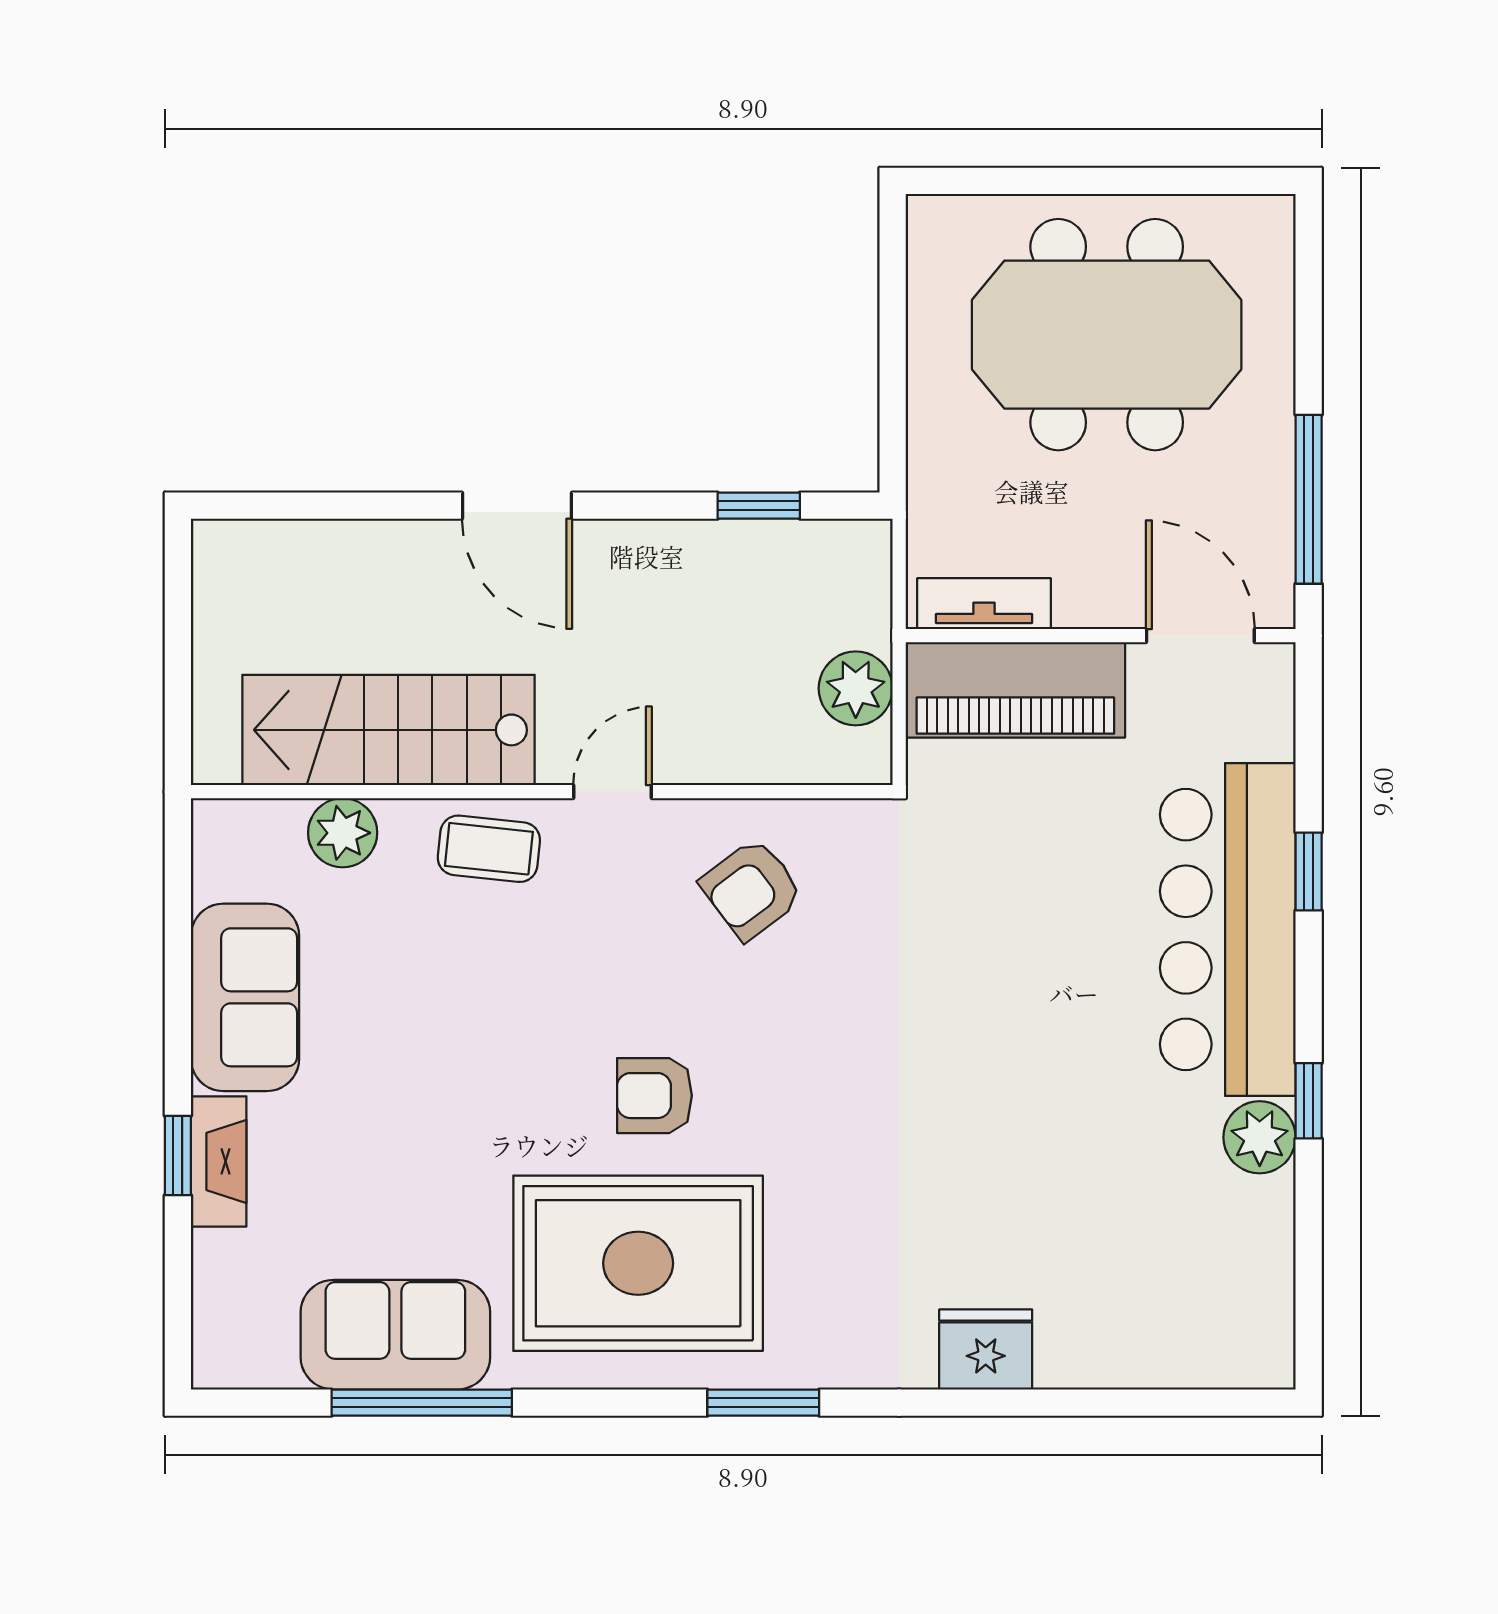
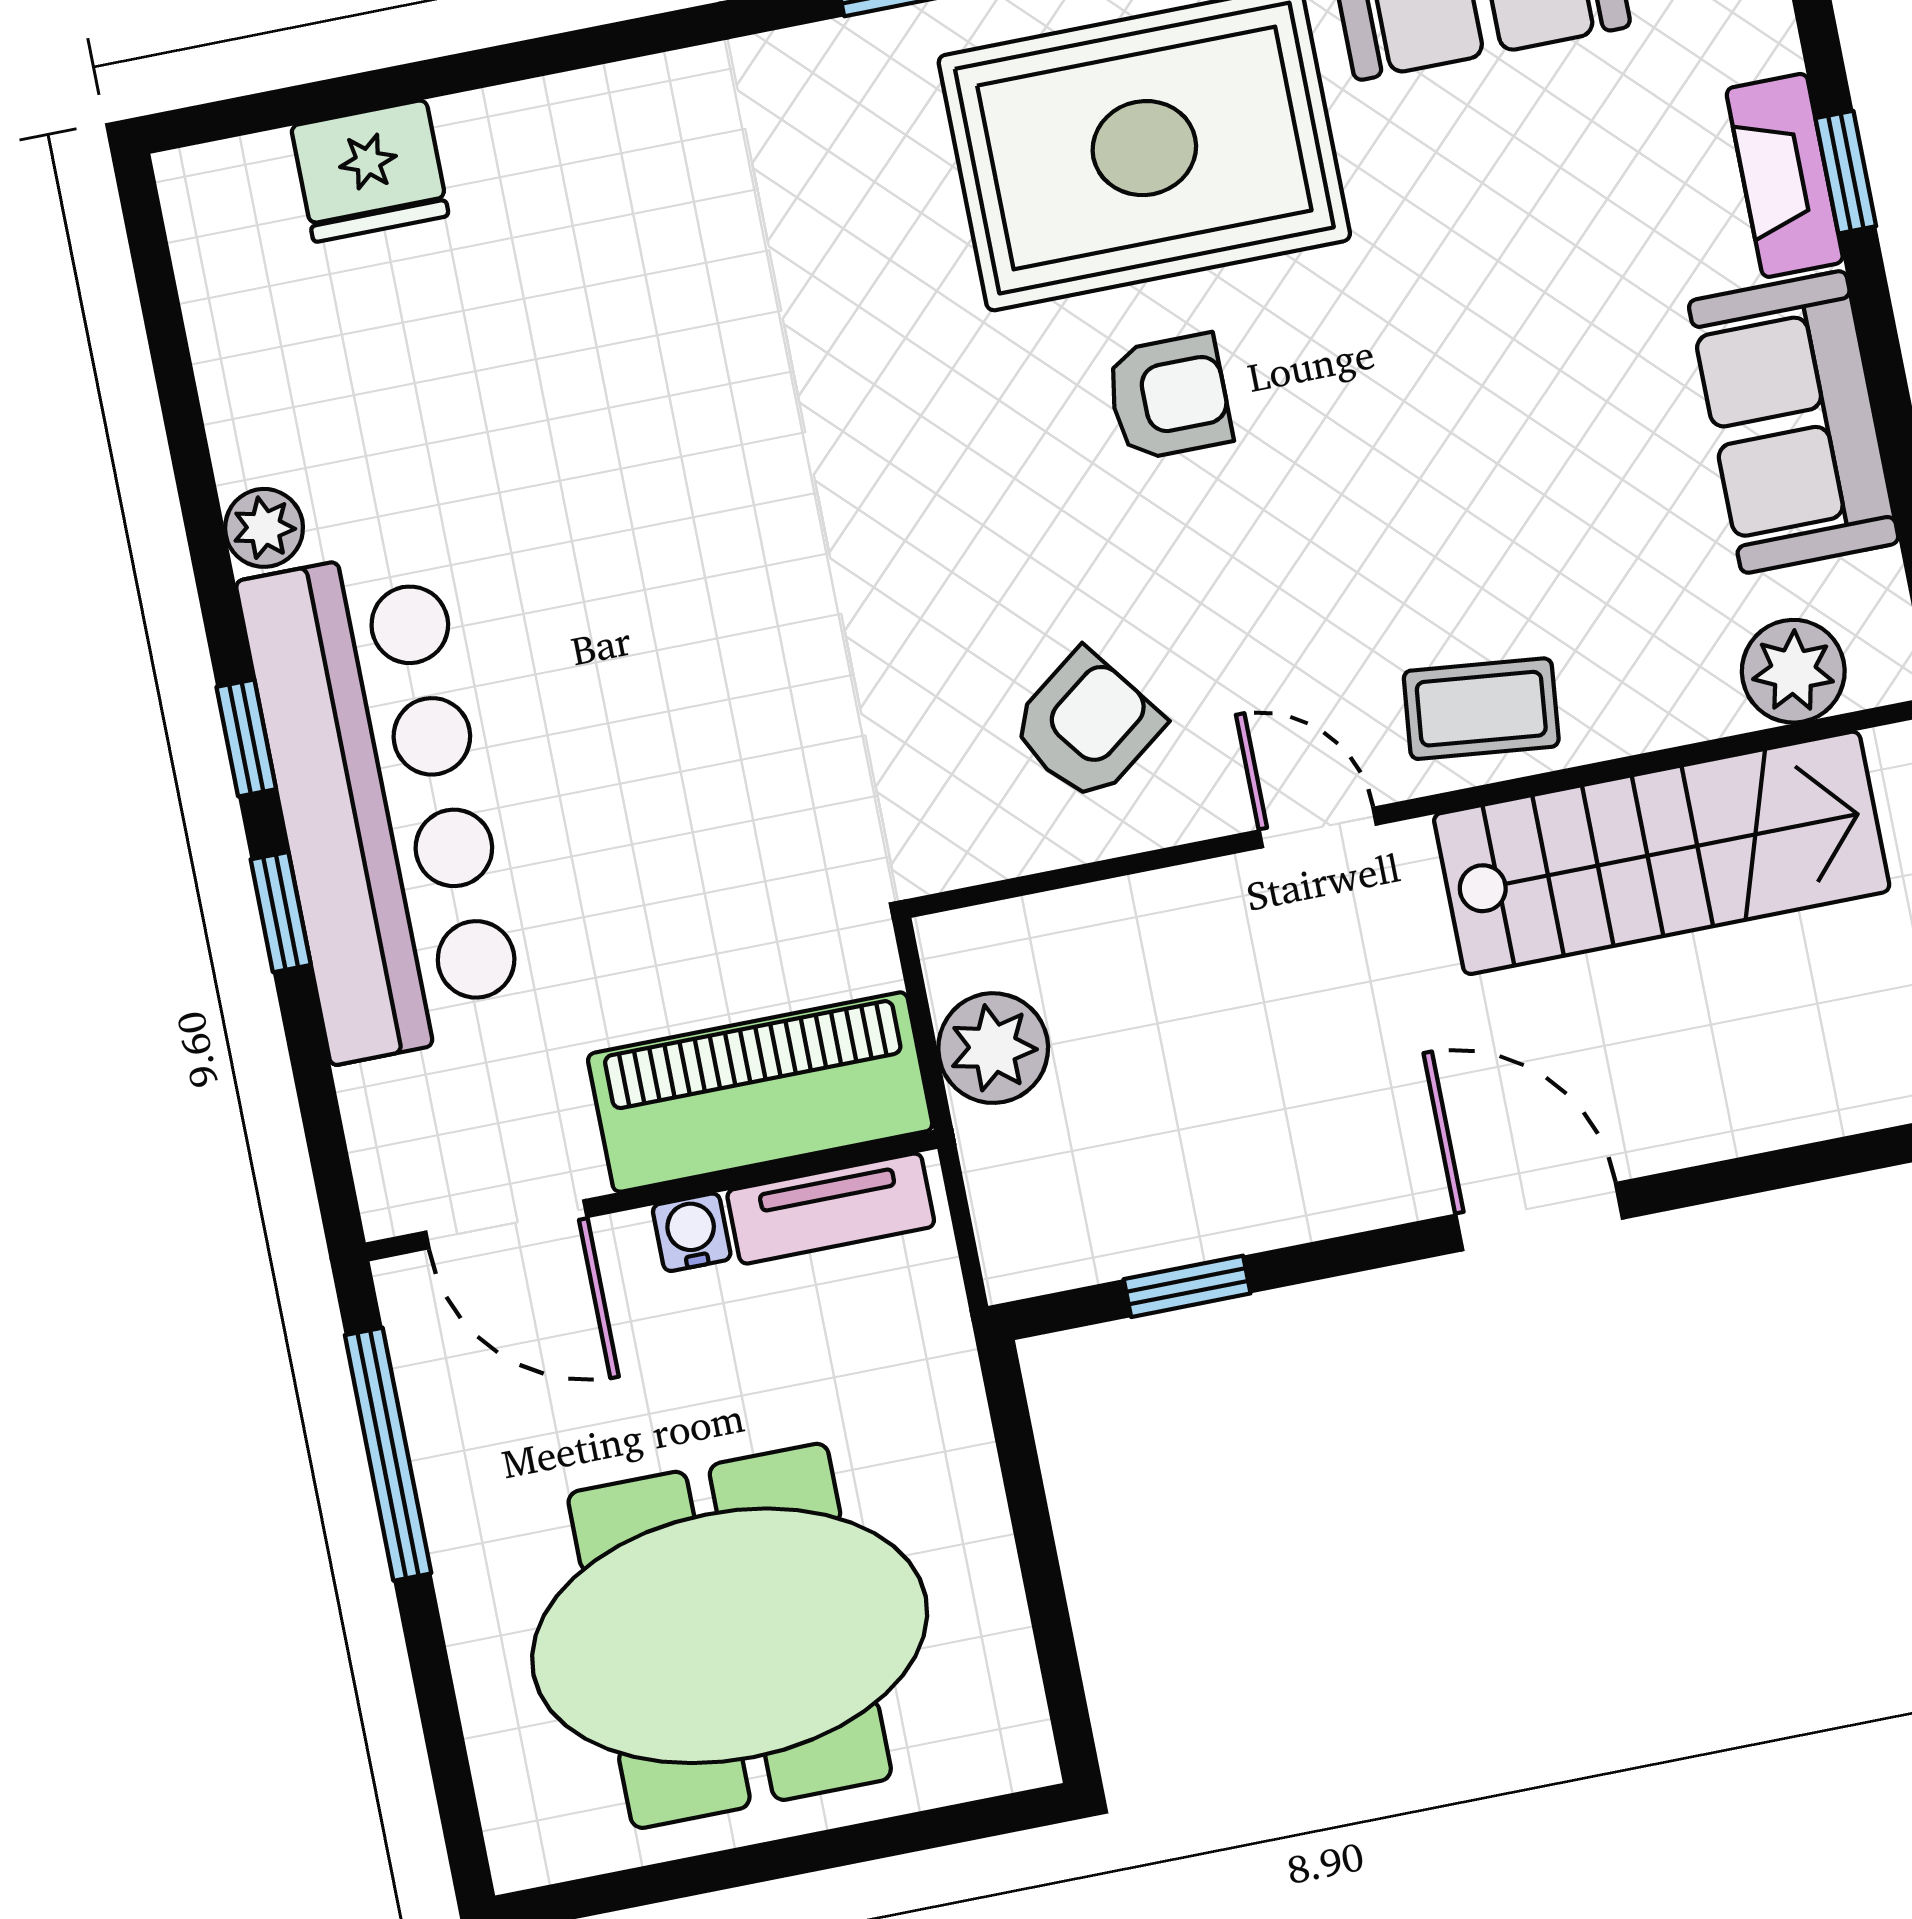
water cooler: (1079, 606) -> (692, 1232), added
door: (612, 792) -> (1318, 828), swing flipped
plant: (343, 833) -> (1793, 671), moved
window: (1309, 1101) -> (246, 738), moved
plant: (1260, 1137) -> (264, 528), width x0.73, depth x0.73
fridge: (986, 1349) -> (370, 171), moved

